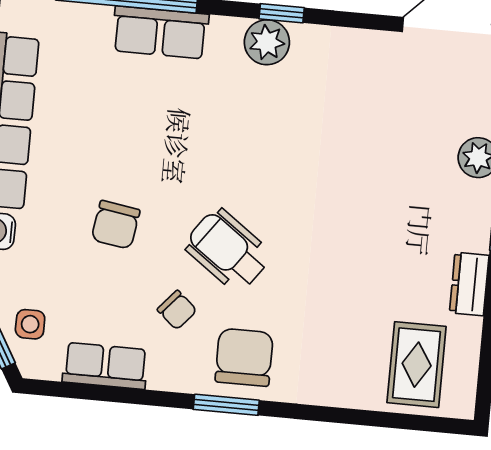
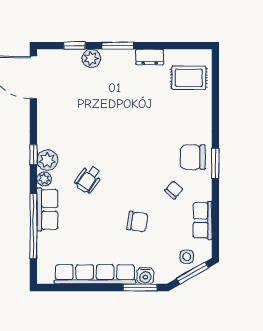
plant: (226, 32) -> (44, 179), added
wheelchair: (228, 250) -> (88, 179), moved, width x0.73, depth x0.73

